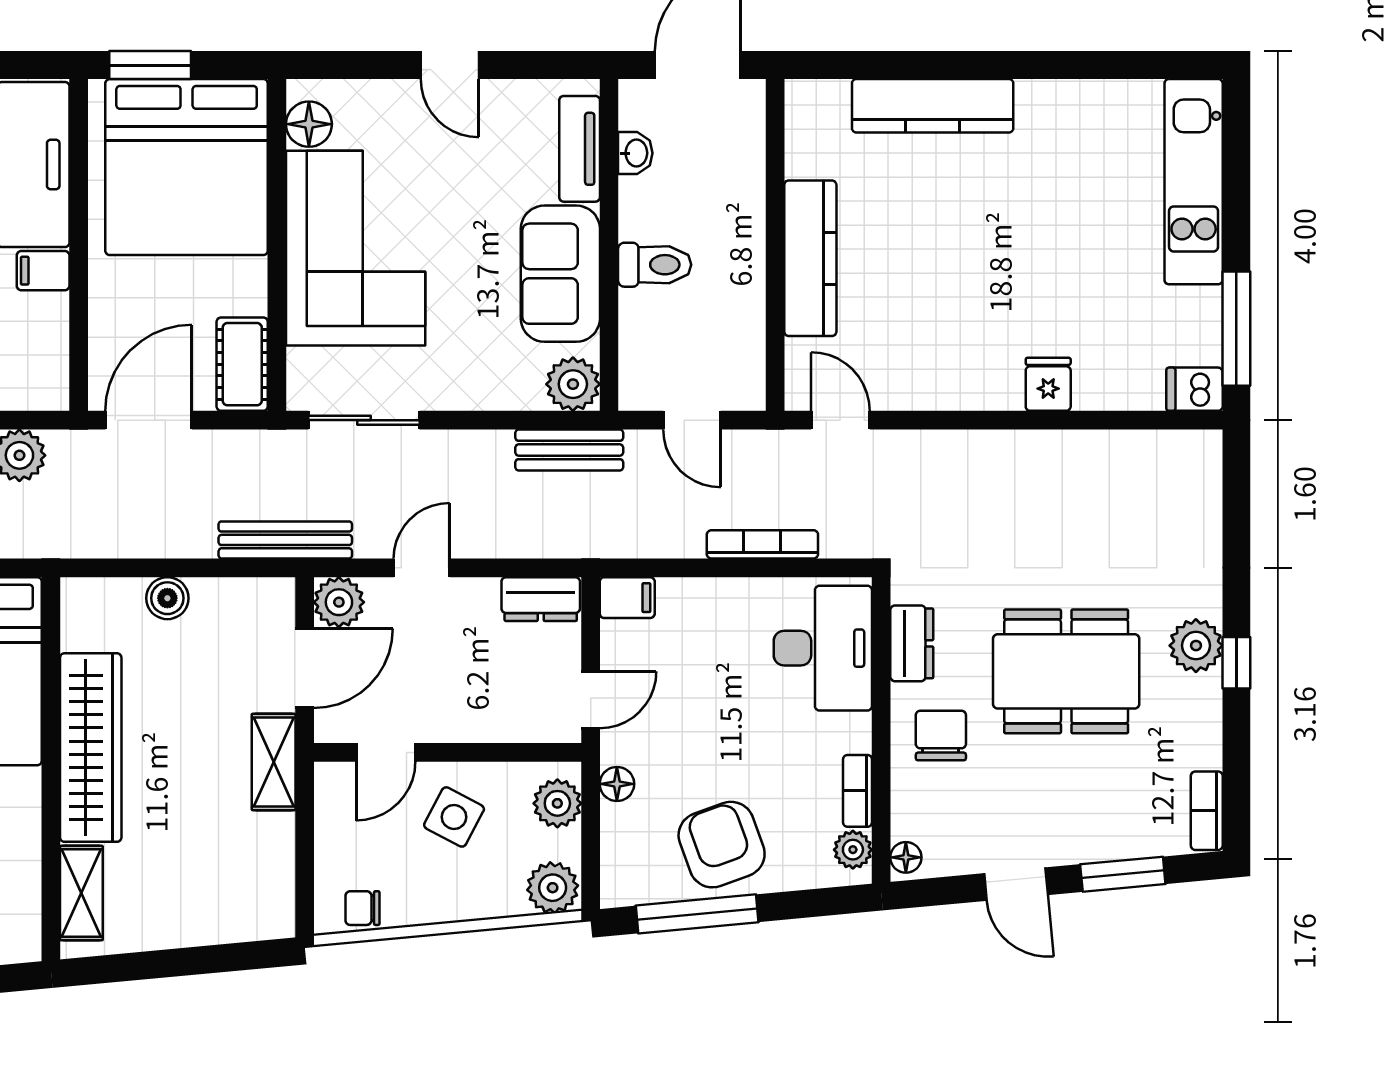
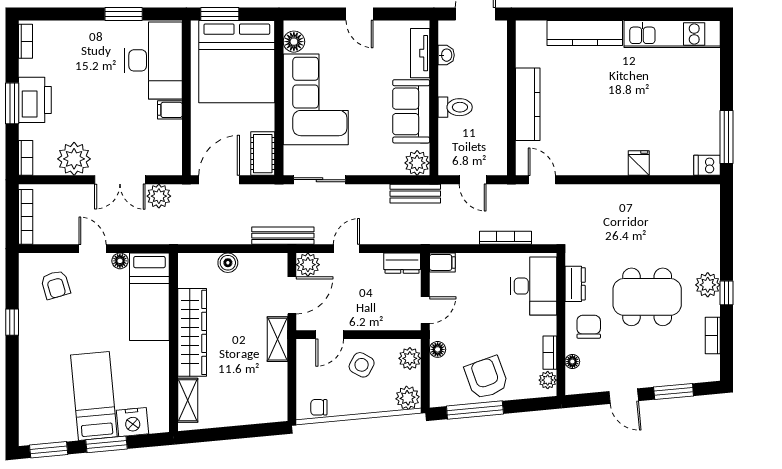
kitchen unit: (1194, 182) -> (672, 34), moved, turned -90
bookcase: (1207, 811) -> (713, 335), moved
floor lamp: (906, 857) -> (572, 362), moved

